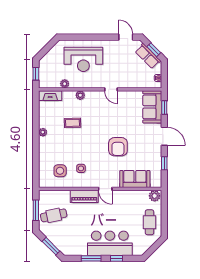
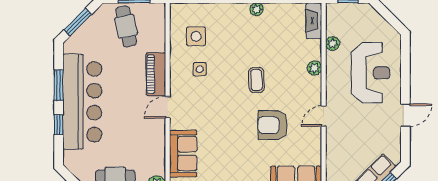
door: (126, 37) -> (405, 115), moved
reception desk: (83, 59) -> (371, 73), turned 180
coffee table: (73, 123) -> (256, 80), moved
armchair: (118, 147) -> (273, 125), moved
bar counter: (110, 243) -> (82, 102), width x1.36

